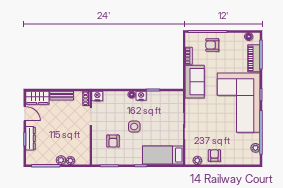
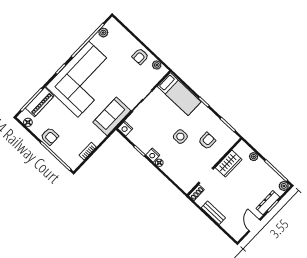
armchair: (212, 45) -> (50, 136), moved
sofa: (195, 82) -> (112, 116), moved
nightstand: (97, 96) -> (125, 128), moved
wardrobe: (37, 98) -> (229, 164), moved, turned 90
plant: (61, 160) -> (284, 186), moved

